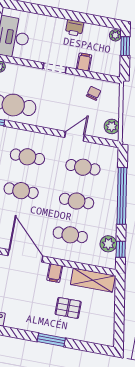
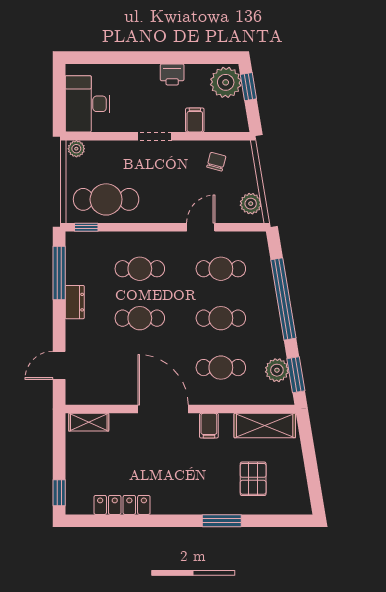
plant: (115, 35) -> (226, 82), width x1.87, depth x1.87
window: (121, 249) -> (296, 375), width x1.50
pallet: (68, 308) -> (253, 479), moved, turned 90

